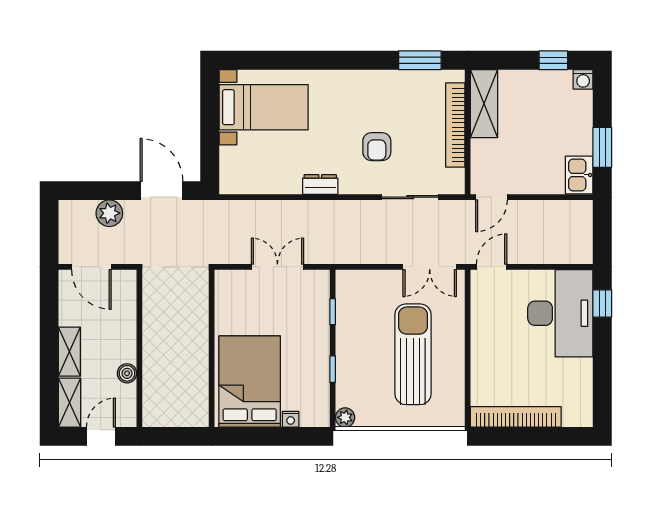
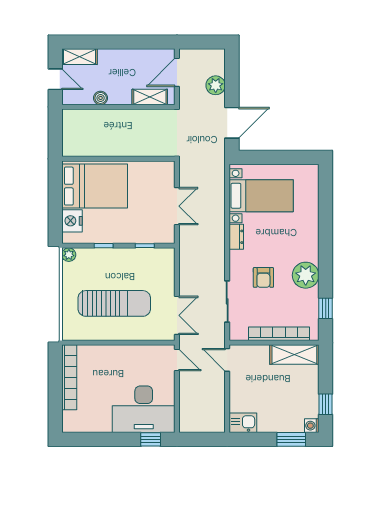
window: (420, 60) -> (326, 308), width x0.67
plant: (374, 88) -> (306, 275), added
bed with nightstands: (264, 107) -> (261, 196), moved, turned -90
armchair: (377, 147) -> (263, 277), turned -90
window: (602, 147) -> (291, 439), moved
double door: (430, 267) -> (177, 315), swing flipped
shelving: (69, 352) -> (150, 97), moved
nightstand: (291, 419) -> (72, 221), width x1.89, depth x1.79

